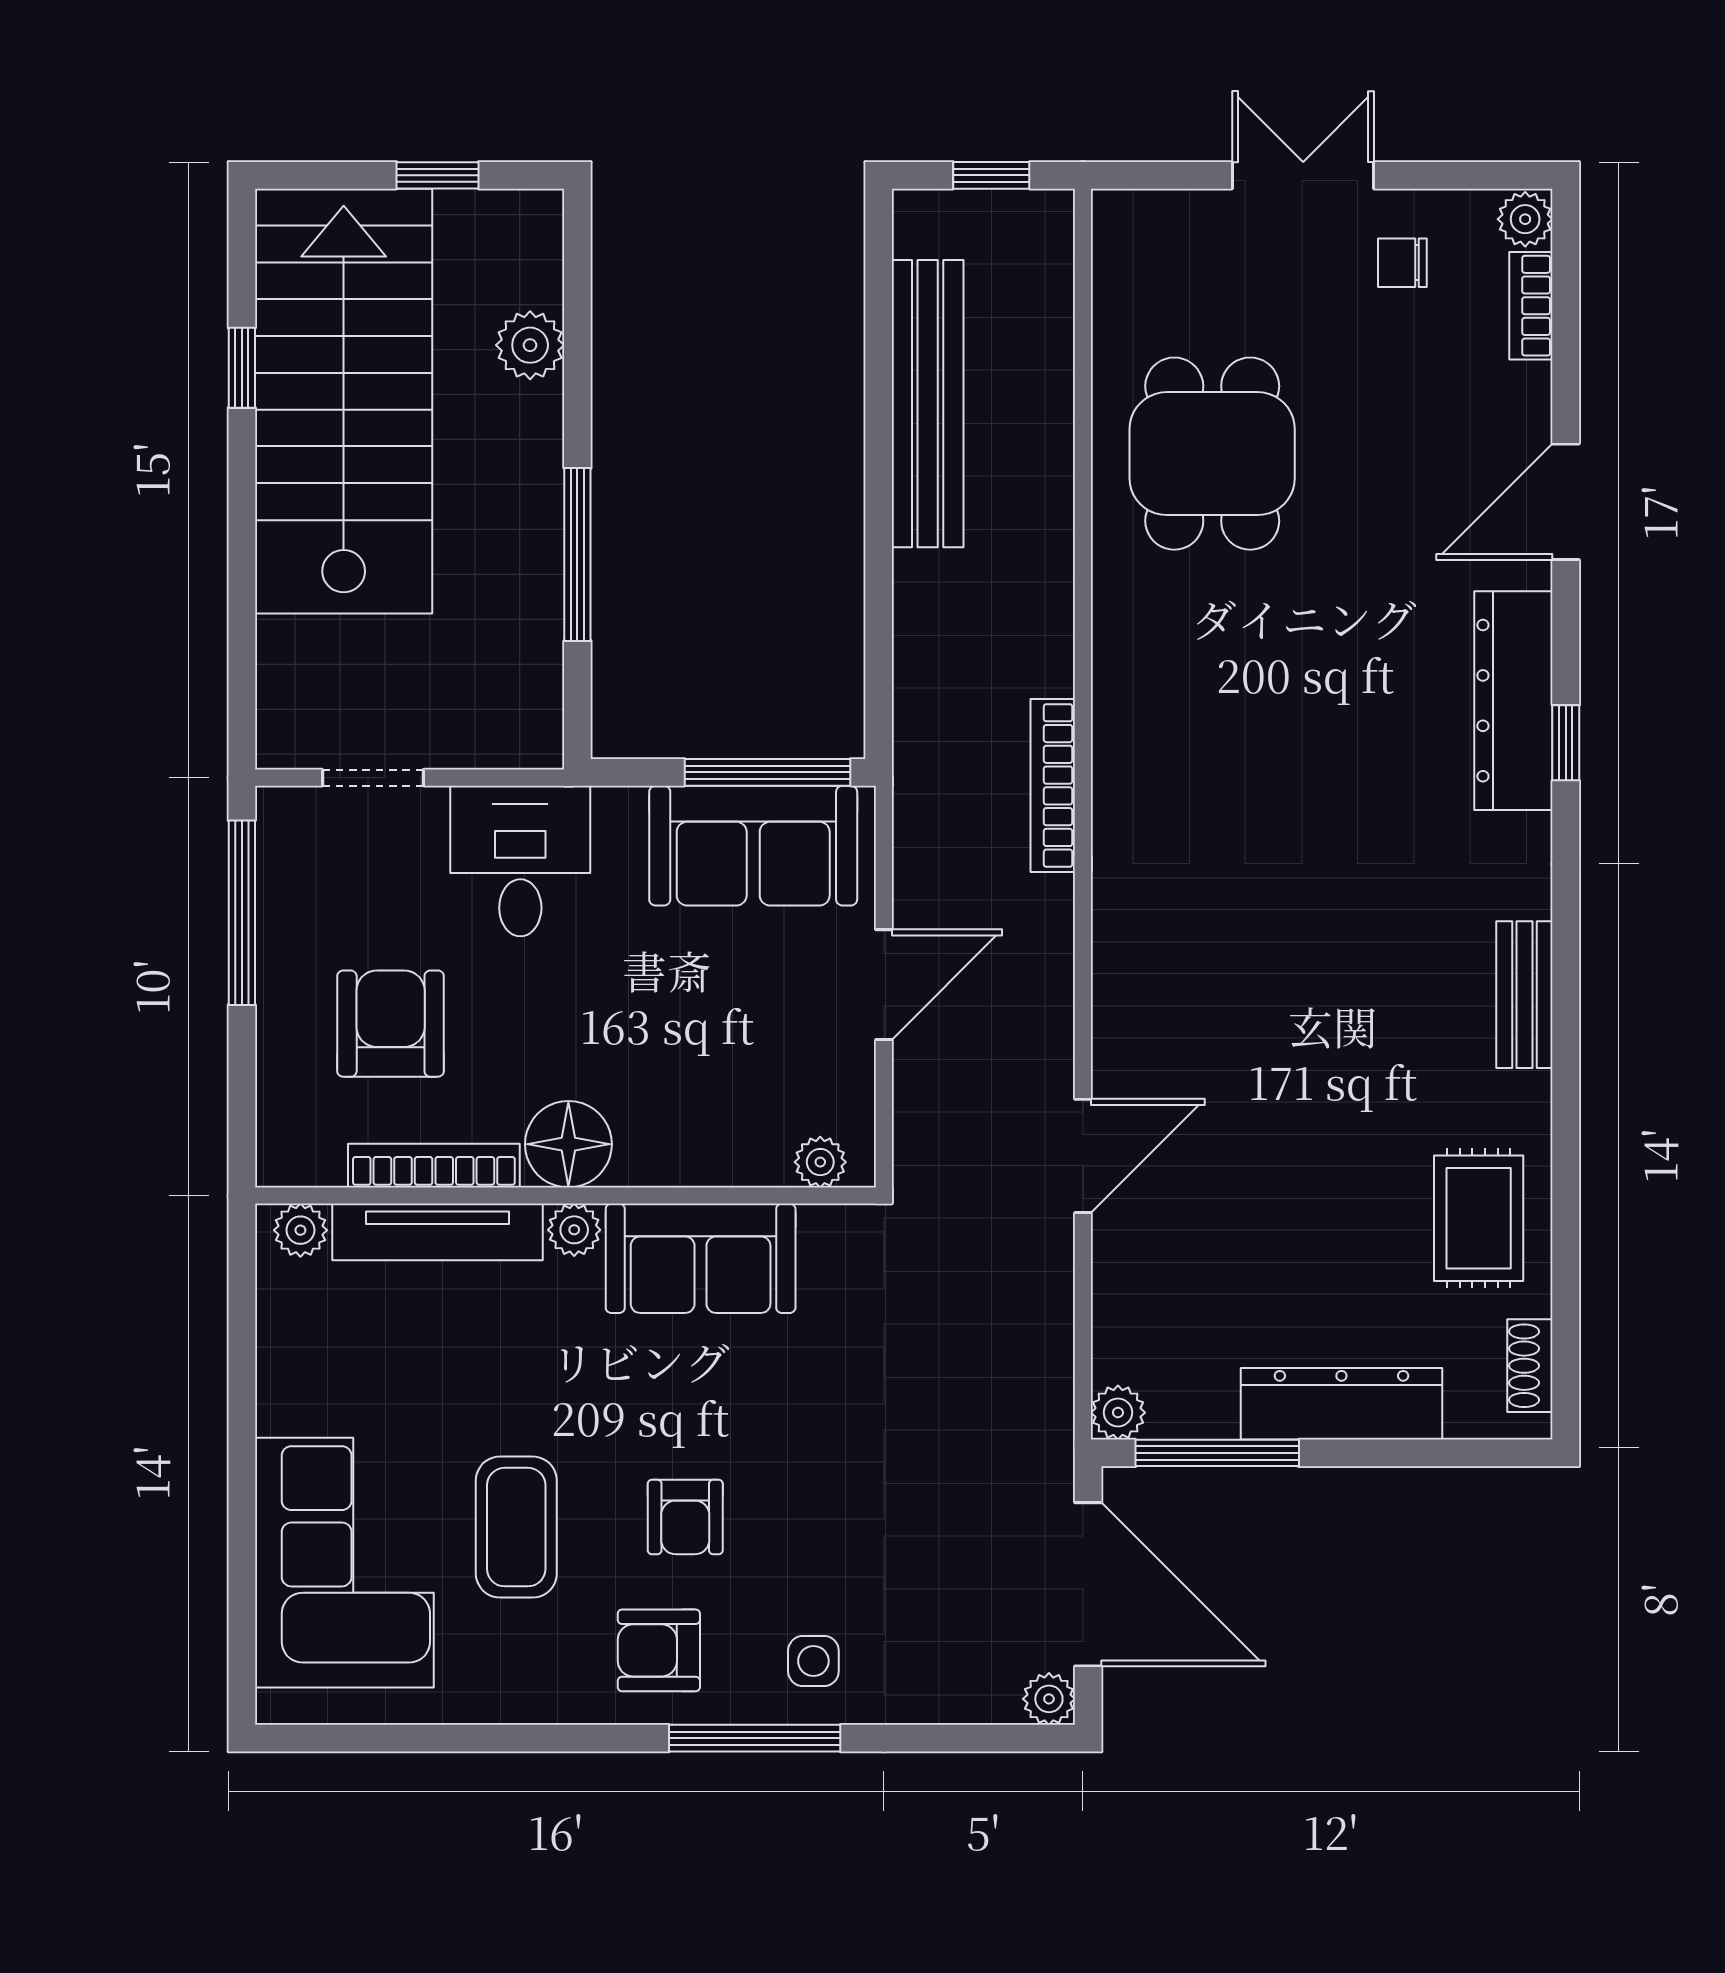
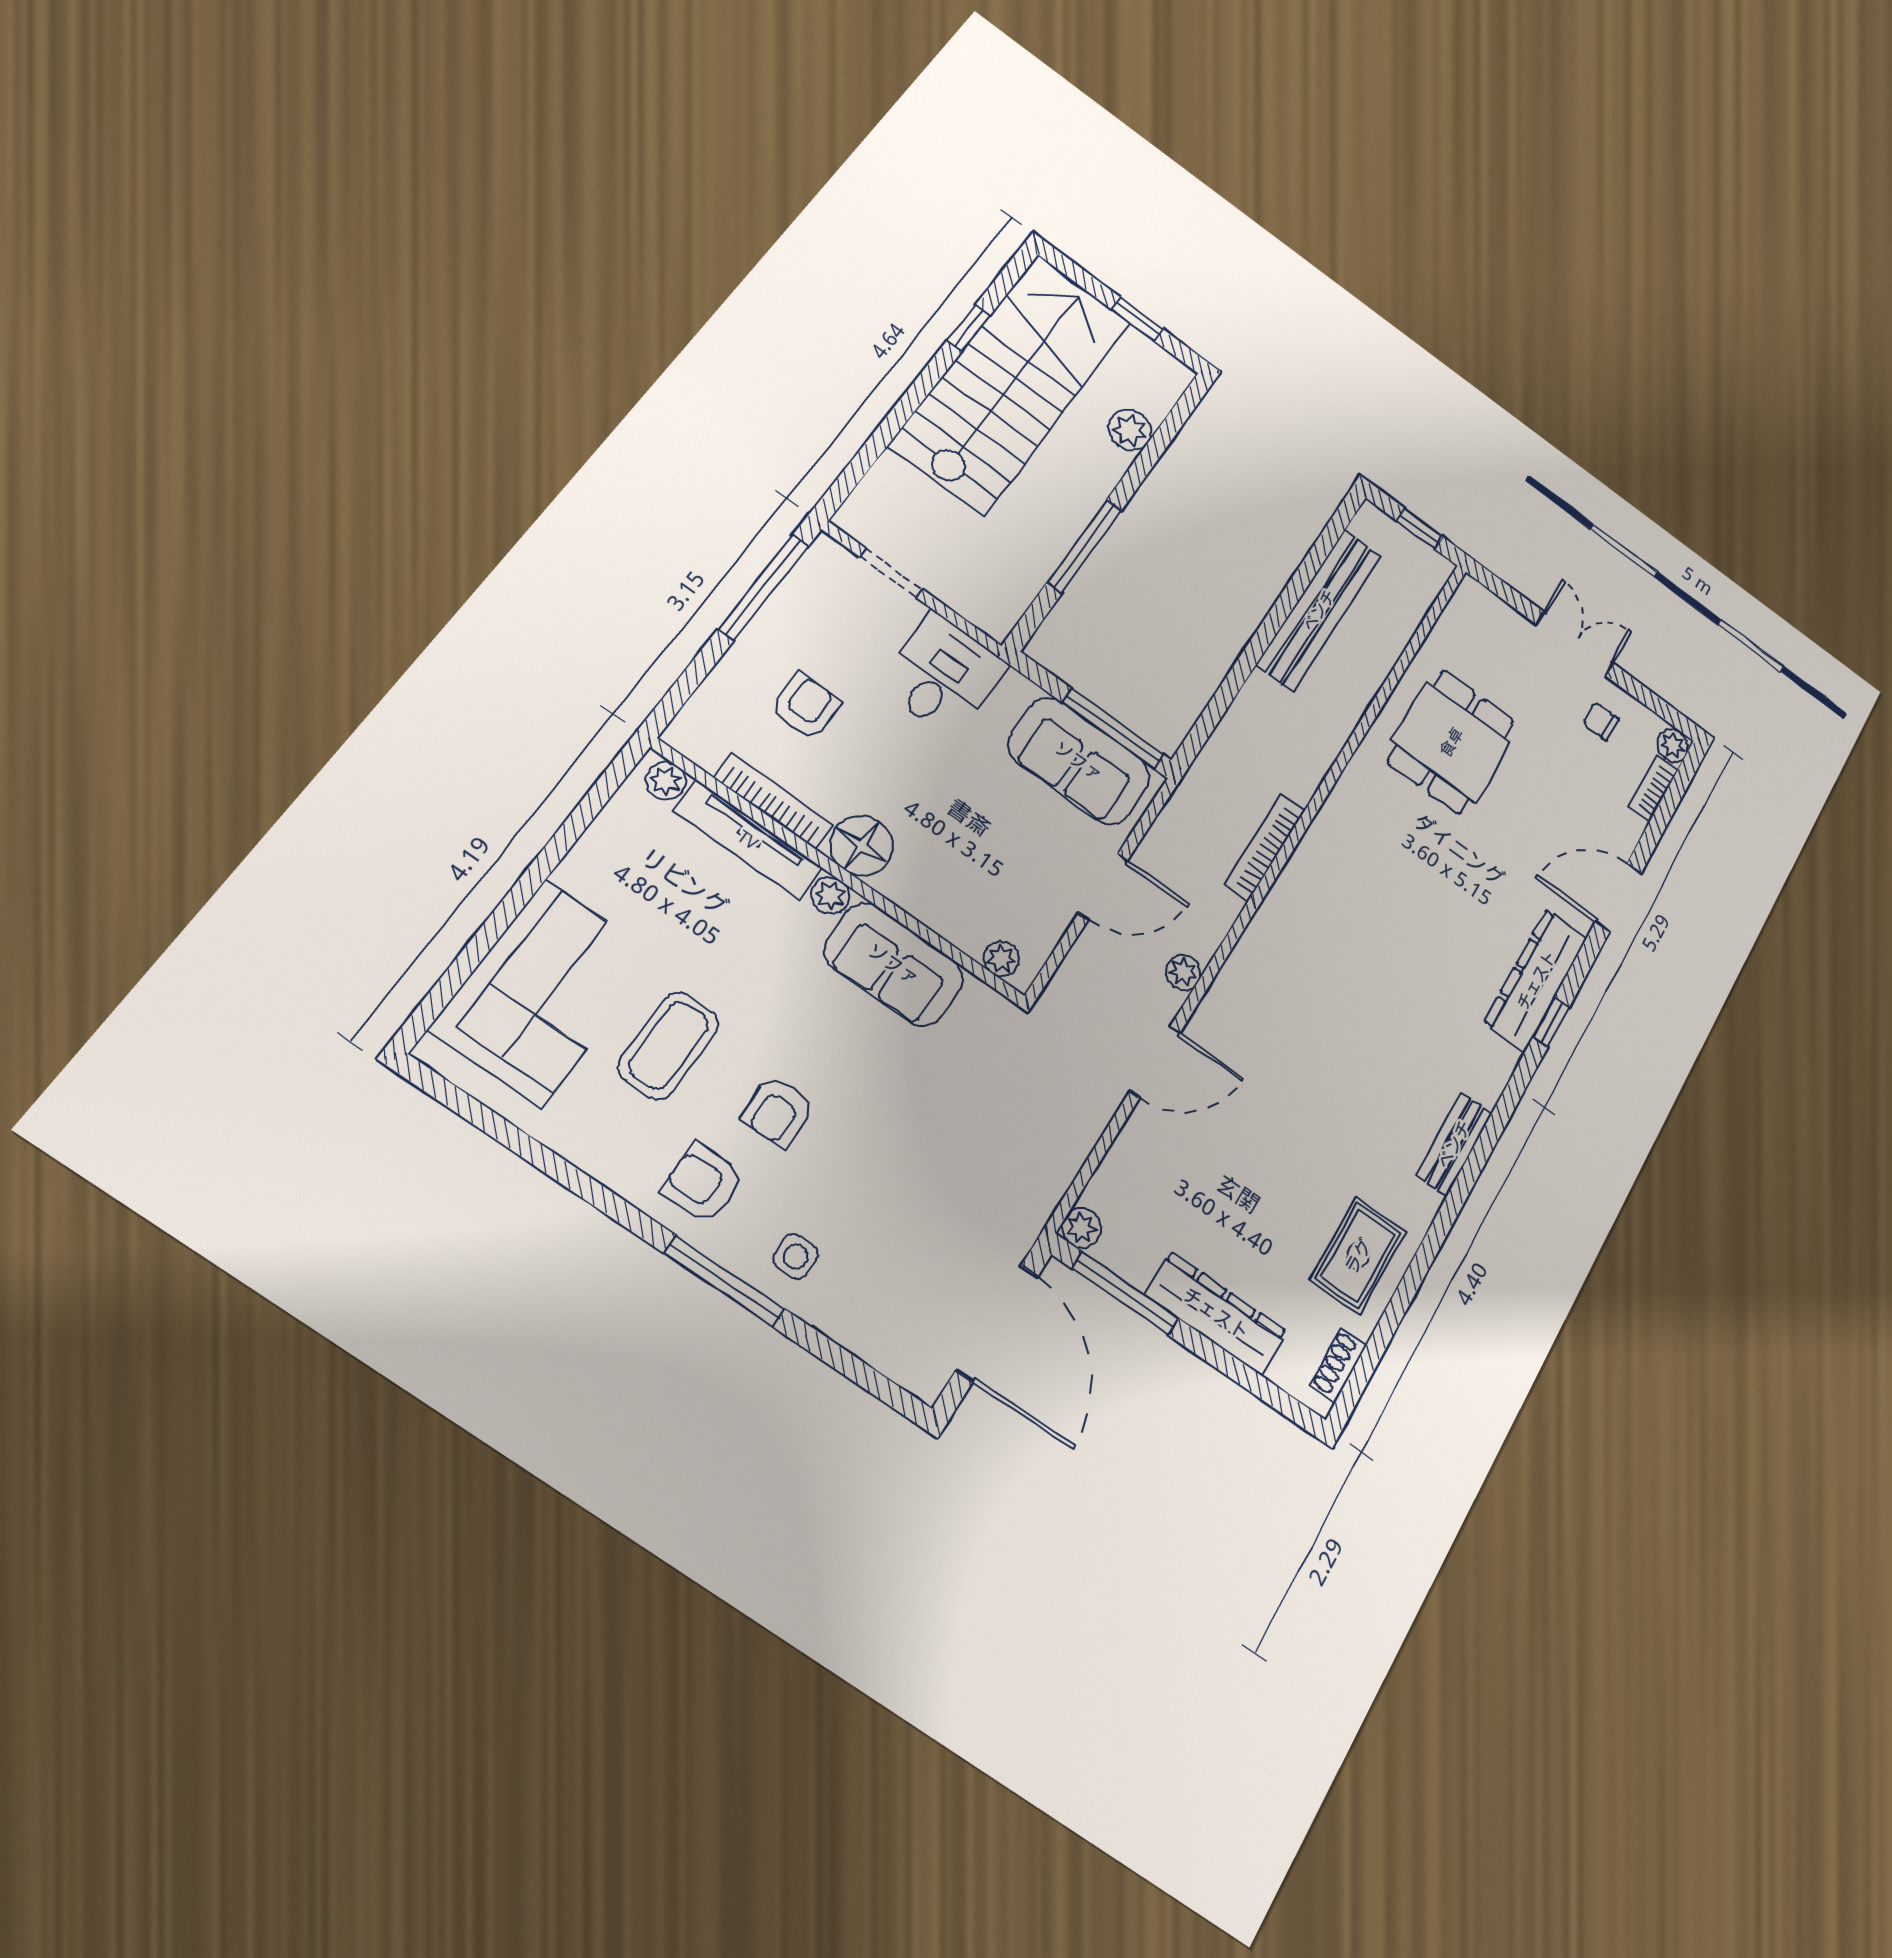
armchair: (391, 1024) -> (805, 706), width x0.72, depth x0.72
plant: (1049, 1699) -> (1183, 972), moved

